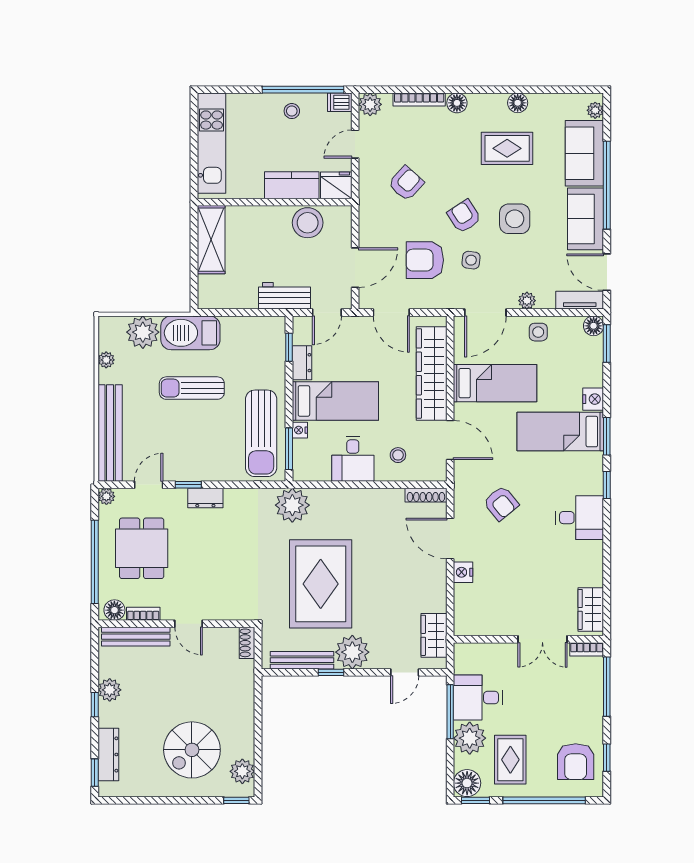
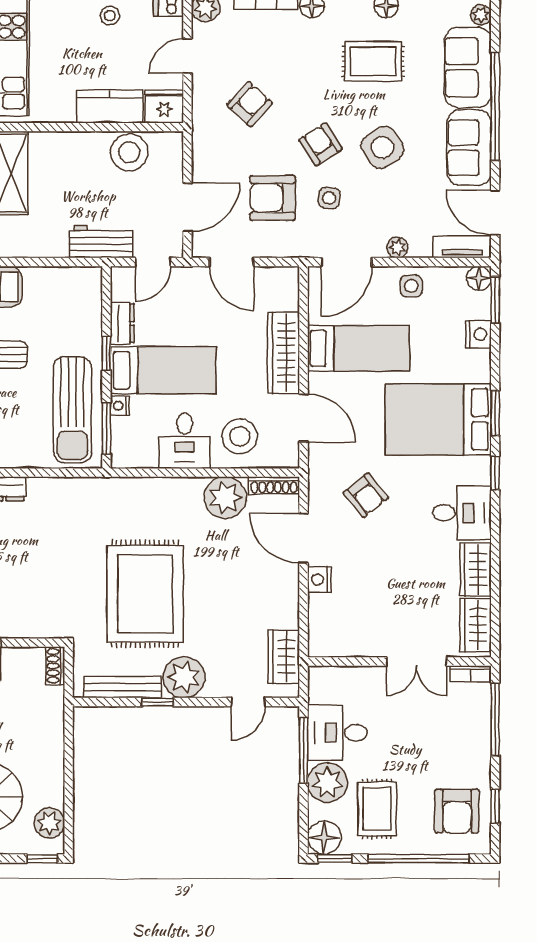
side table: (515, 219) -> (382, 147), turned -34
window: (289, 347) -> (106, 353), moved
wardrobe: (432, 373) -> (284, 353), width x0.71, depth x0.85
nightstand: (593, 399) -> (478, 334), moved
bed: (560, 432) -> (438, 419), width x1.50
stool: (398, 455) -> (240, 436), width x1.89, depth x1.89
plant: (292, 505) -> (225, 498), moved
wardrobe: (591, 564) -> (476, 570), added

